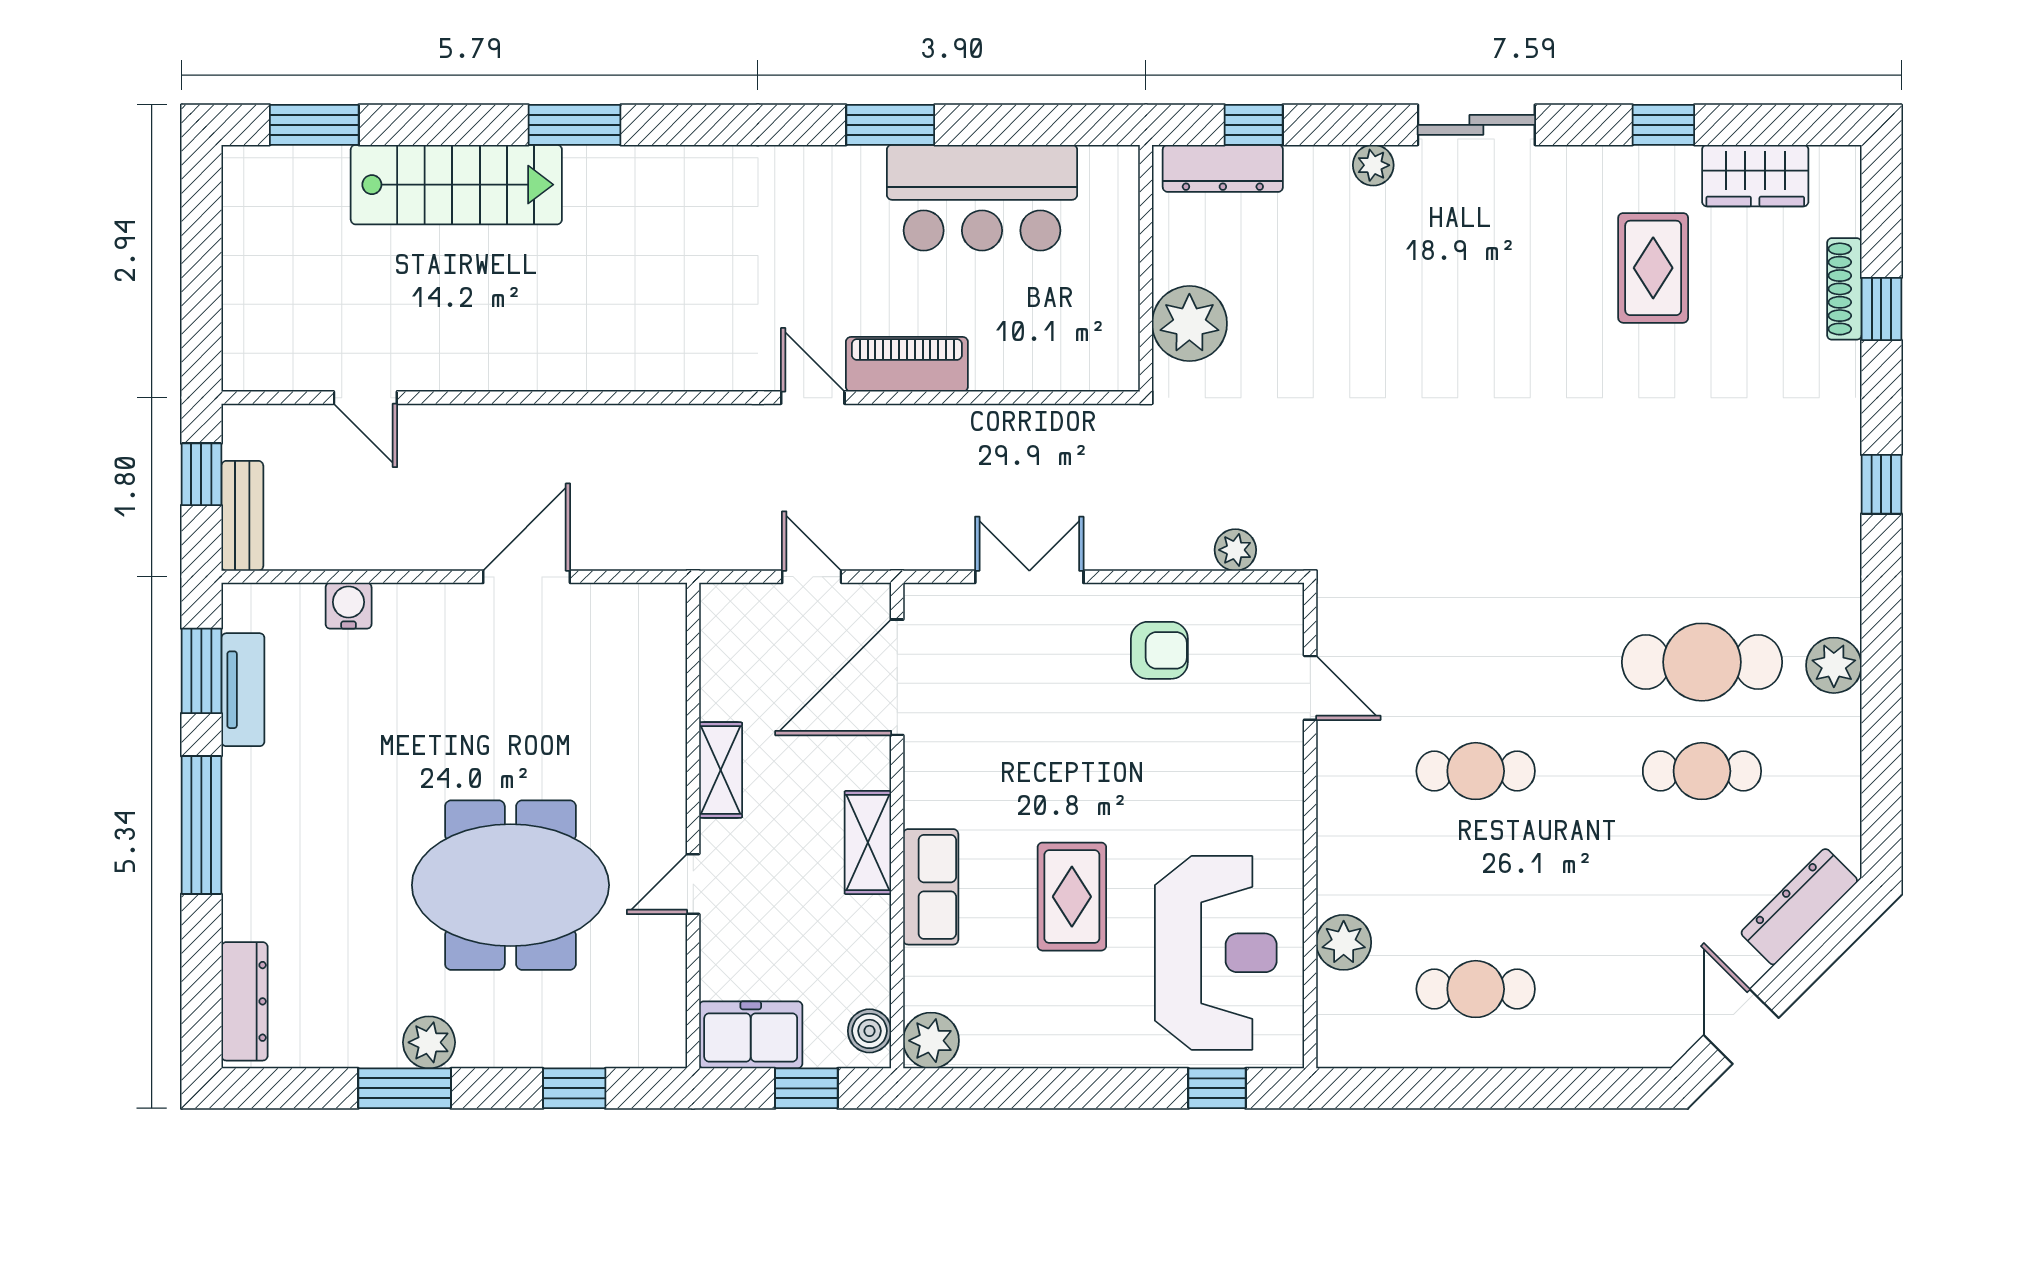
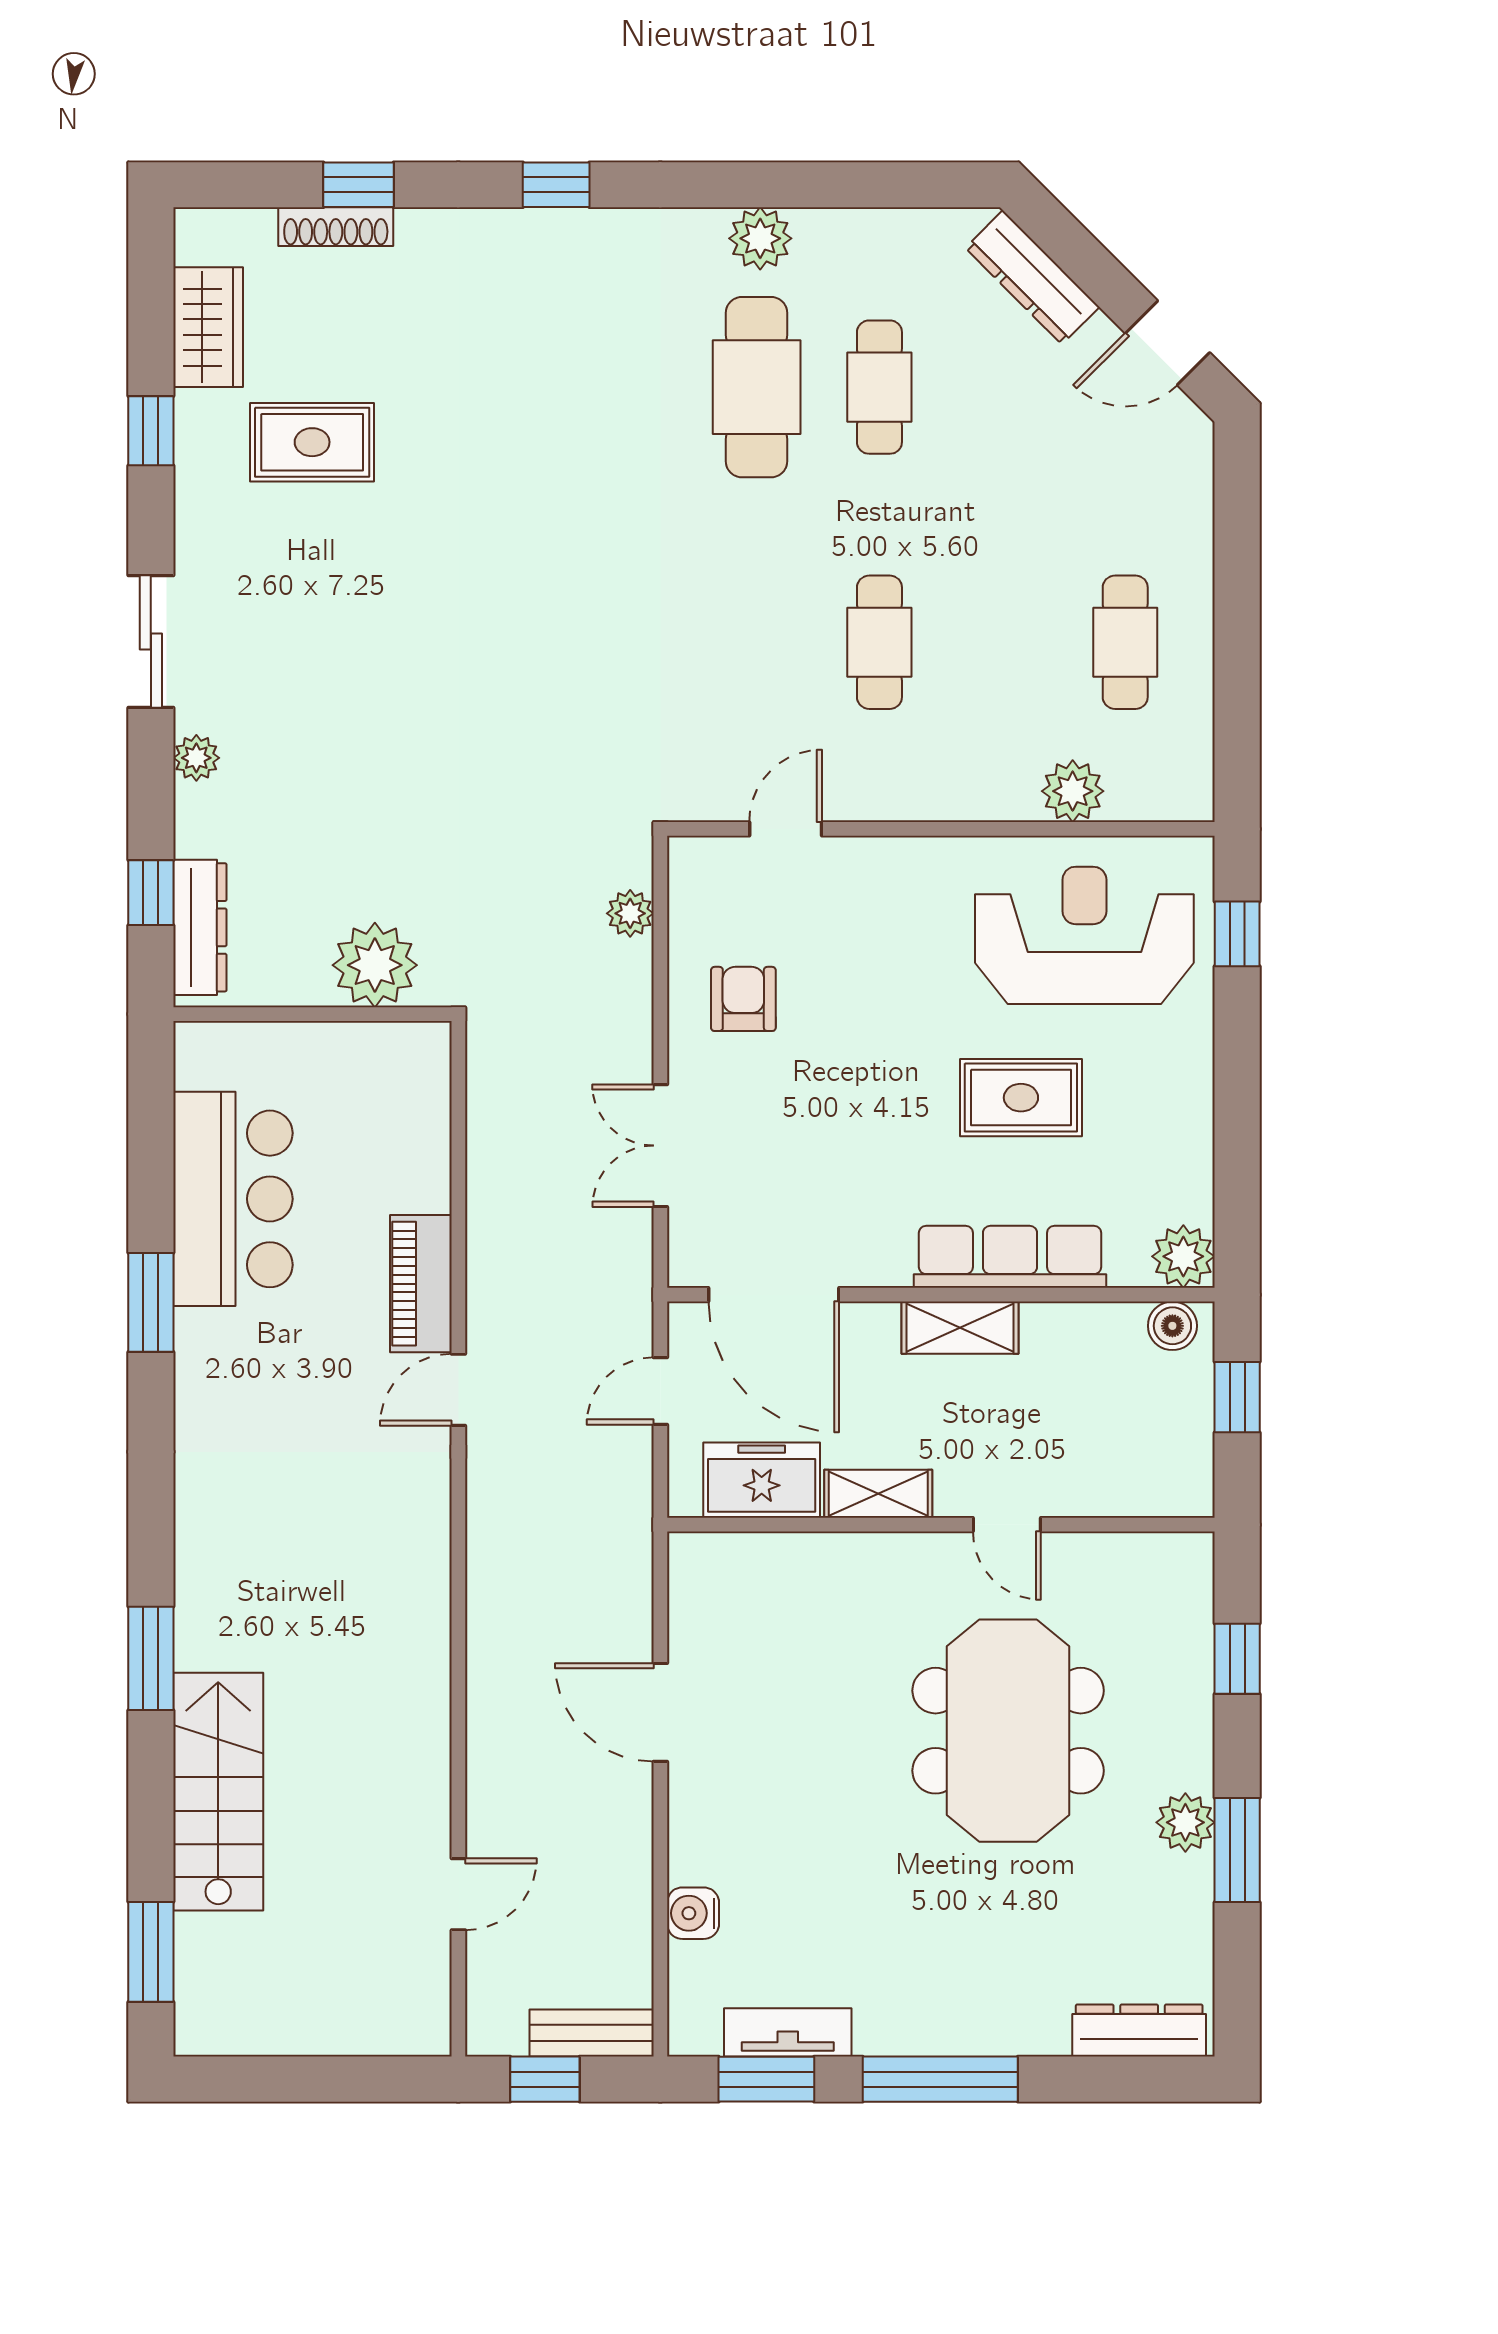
row of seats: (931, 887) -> (1010, 1257), width x1.48
freezer: (751, 1035) -> (762, 1480), moved, turned 90

